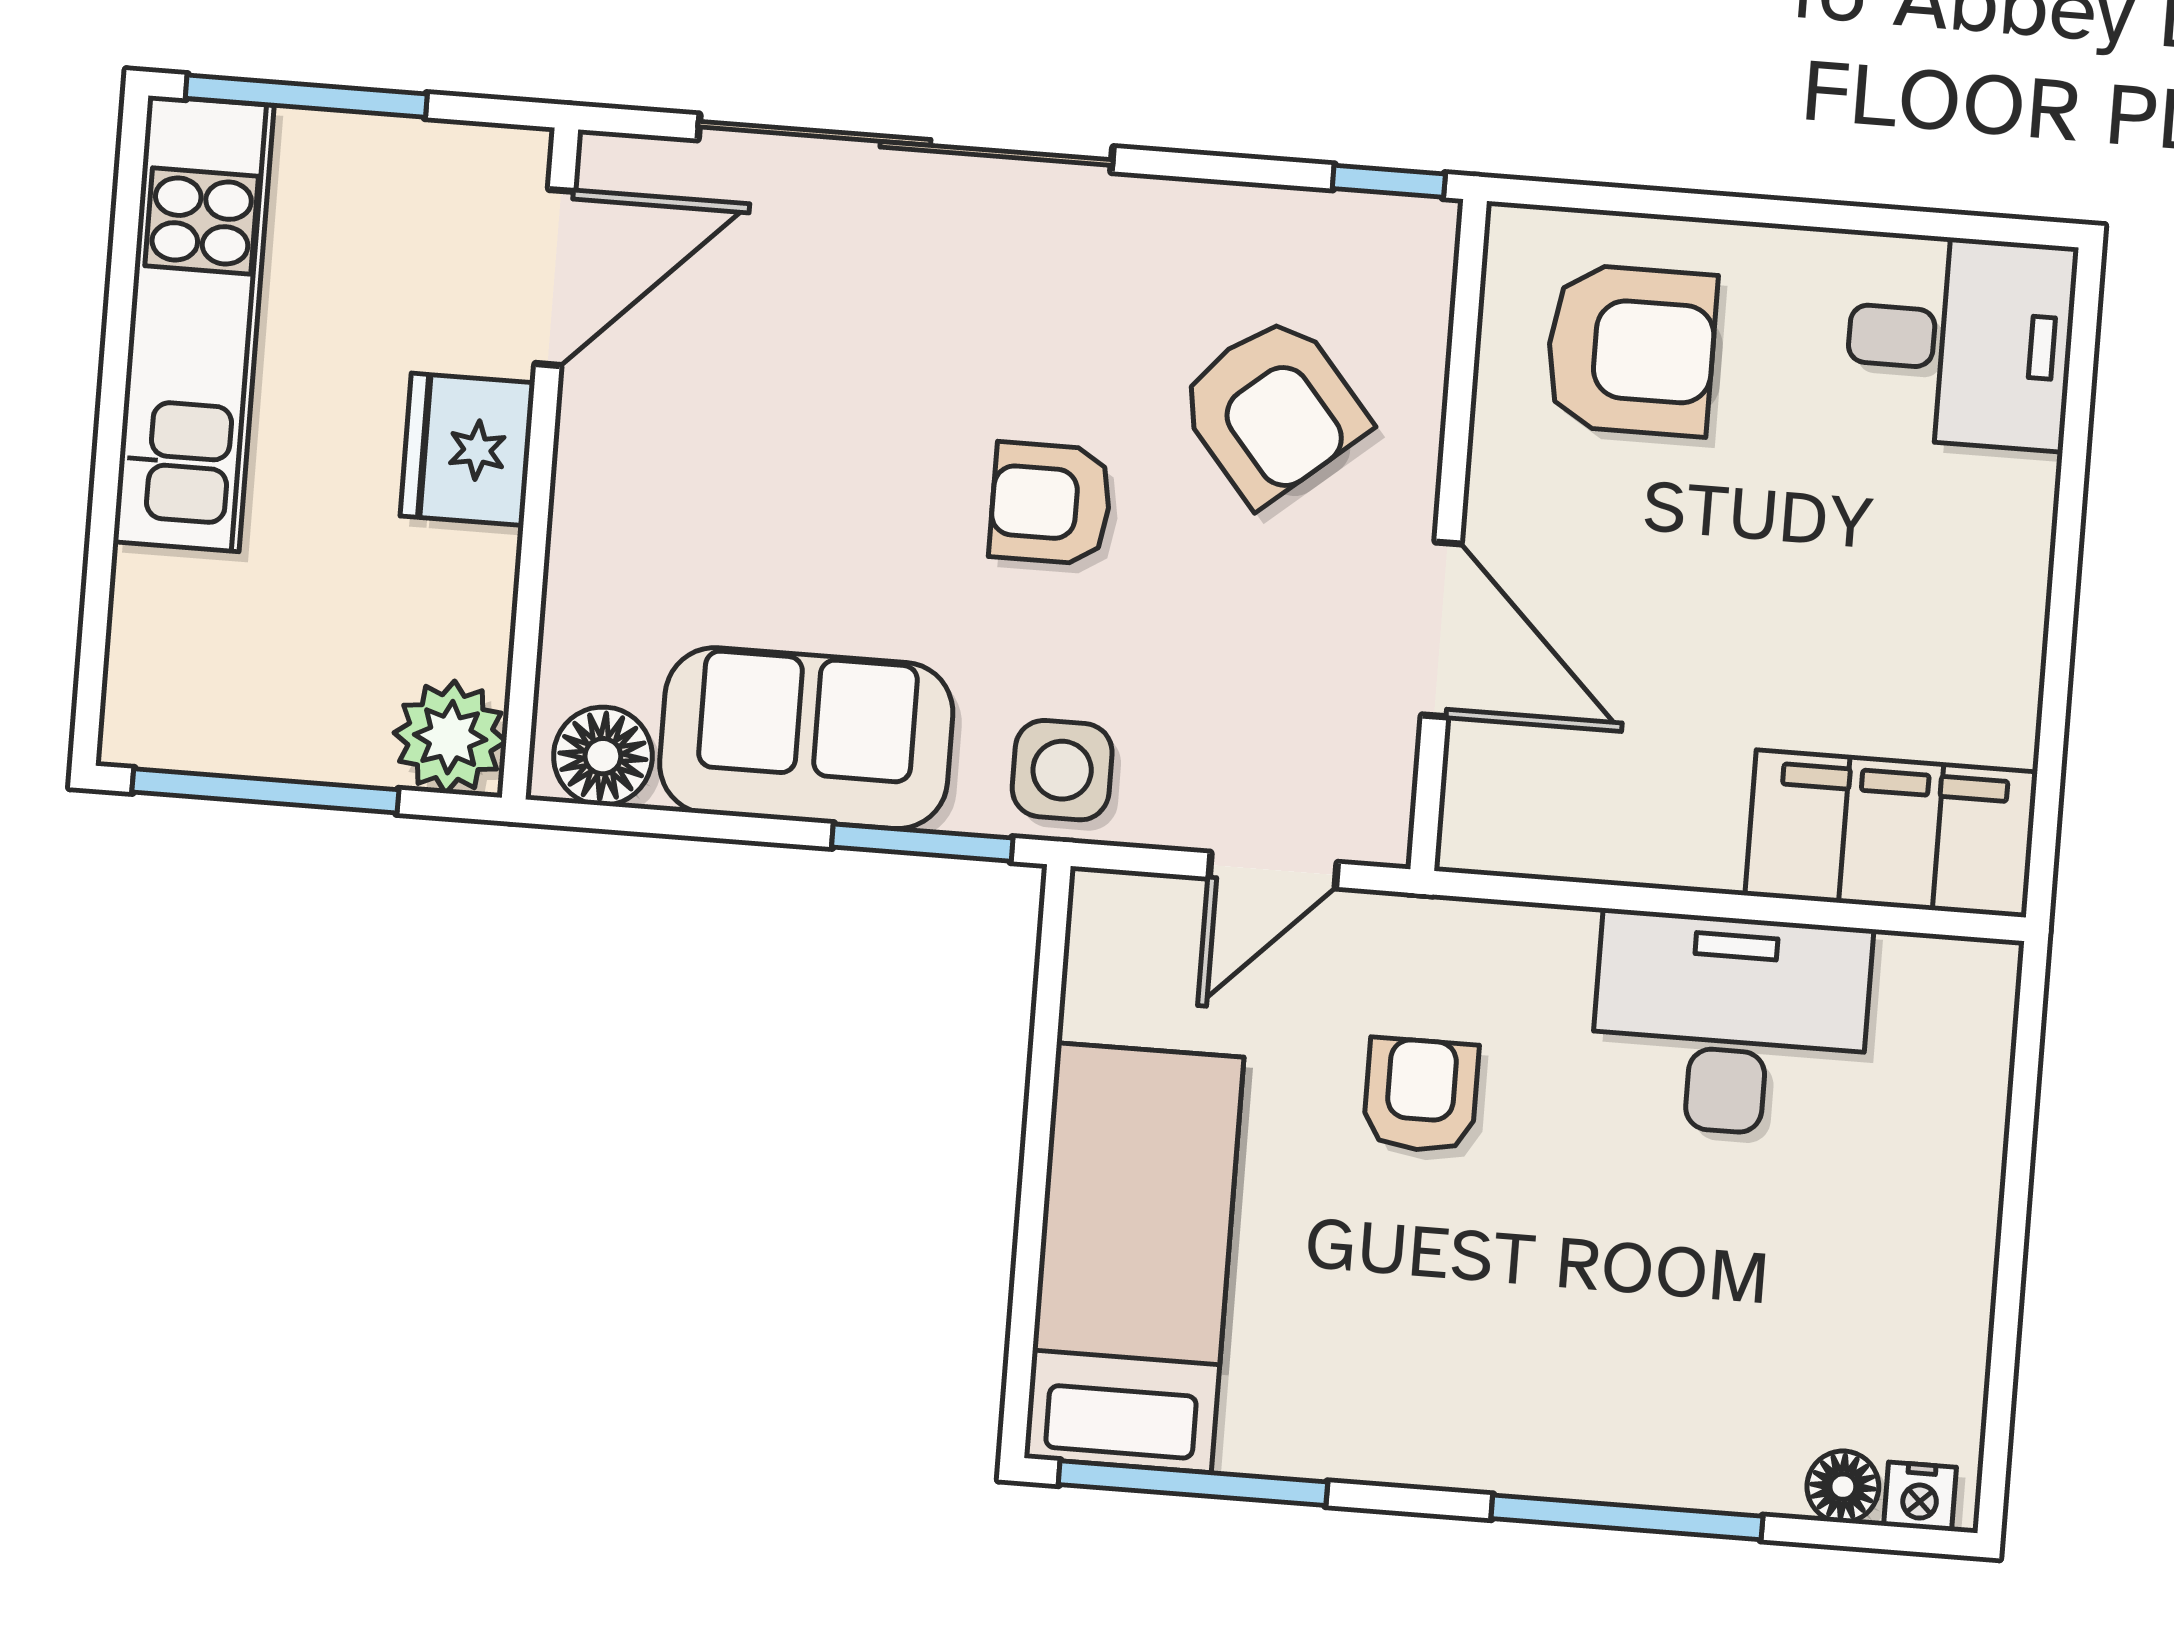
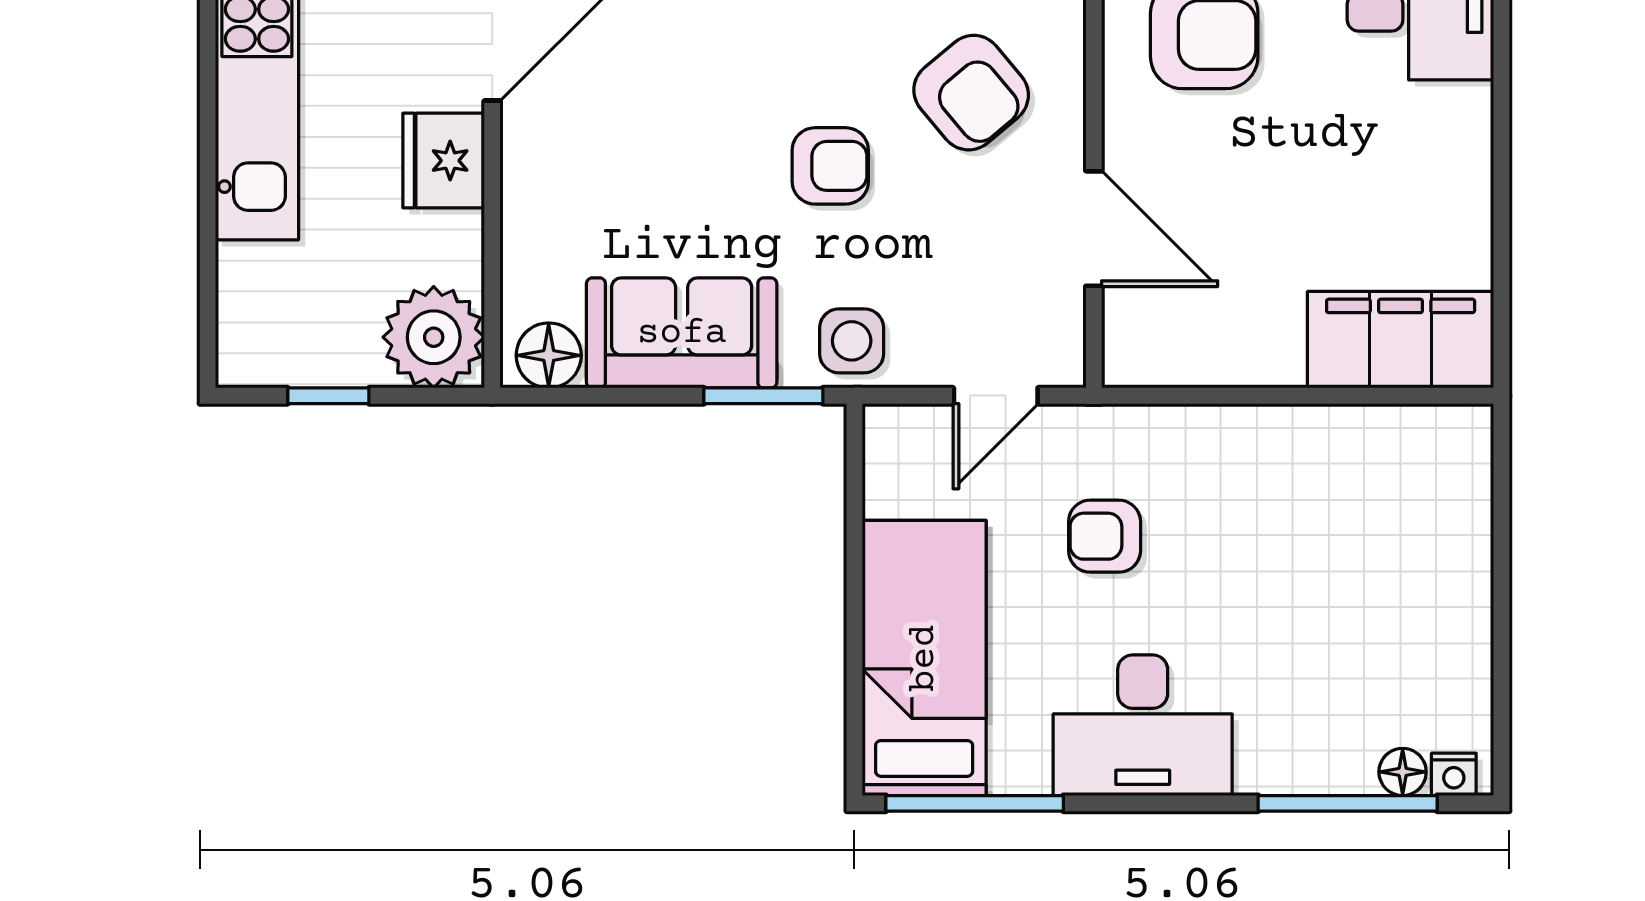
armchair: (1051, 503) -> (830, 166), turned 180
plant: (450, 737) -> (434, 337), width x1.36, depth x1.36
window: (265, 791) -> (328, 396), width x0.46
desk: (1730, 1025) -> (1143, 725), moved, turned 180
armchair: (1421, 1095) -> (1105, 536), turned -90
window: (1627, 1517) -> (1348, 803), moved

